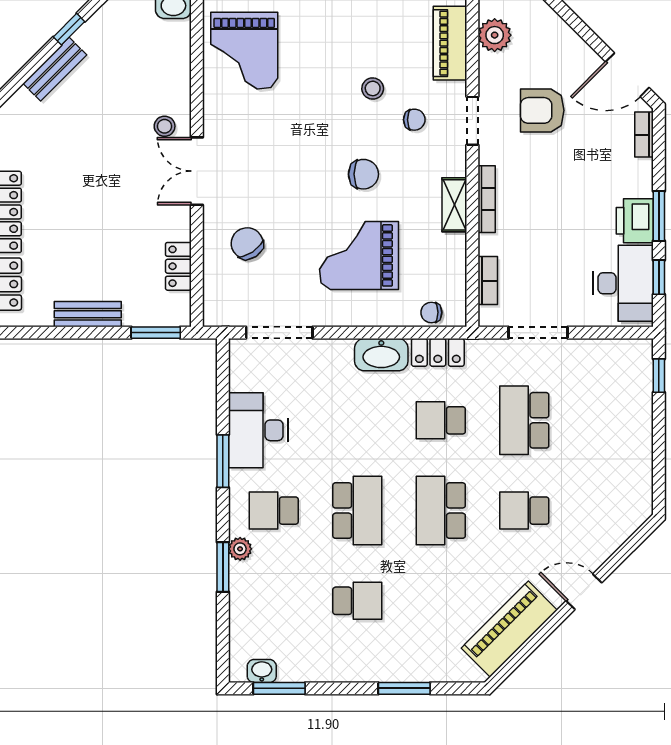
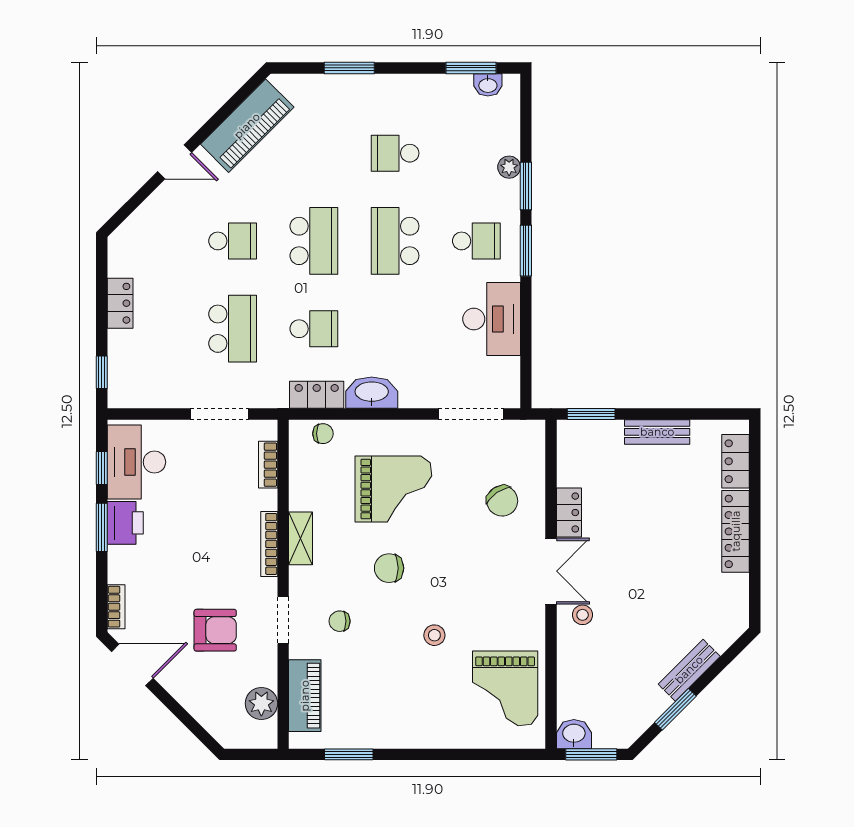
window: (69, 29) -> (675, 709), width x1.50
grand piano: (244, 51) -> (505, 688), turned 180
stool: (373, 88) -> (434, 635), moved
locker: (178, 266) -> (569, 513), moved
locker: (640, 447) -> (120, 303), added
window: (223, 461) -> (526, 251), moved
plant: (240, 549) -> (509, 167), moved

